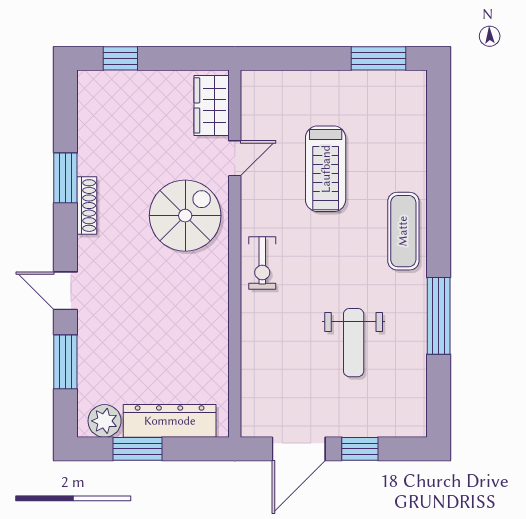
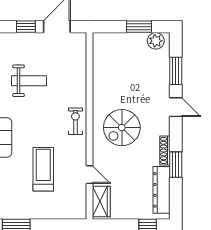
door: (235, 158) -> (89, 175), swing flipped
spiral stairs: (185, 216) -> (122, 128), moved
weight bench: (354, 343) -> (29, 81), turned 90
dresser: (170, 421) -> (161, 190), moved, turned 90

